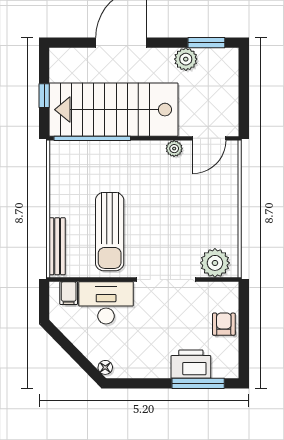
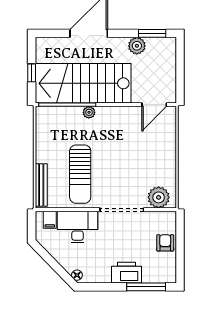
plant: (174, 149) -> (89, 112), moved
printer: (191, 364) -> (126, 273), moved

